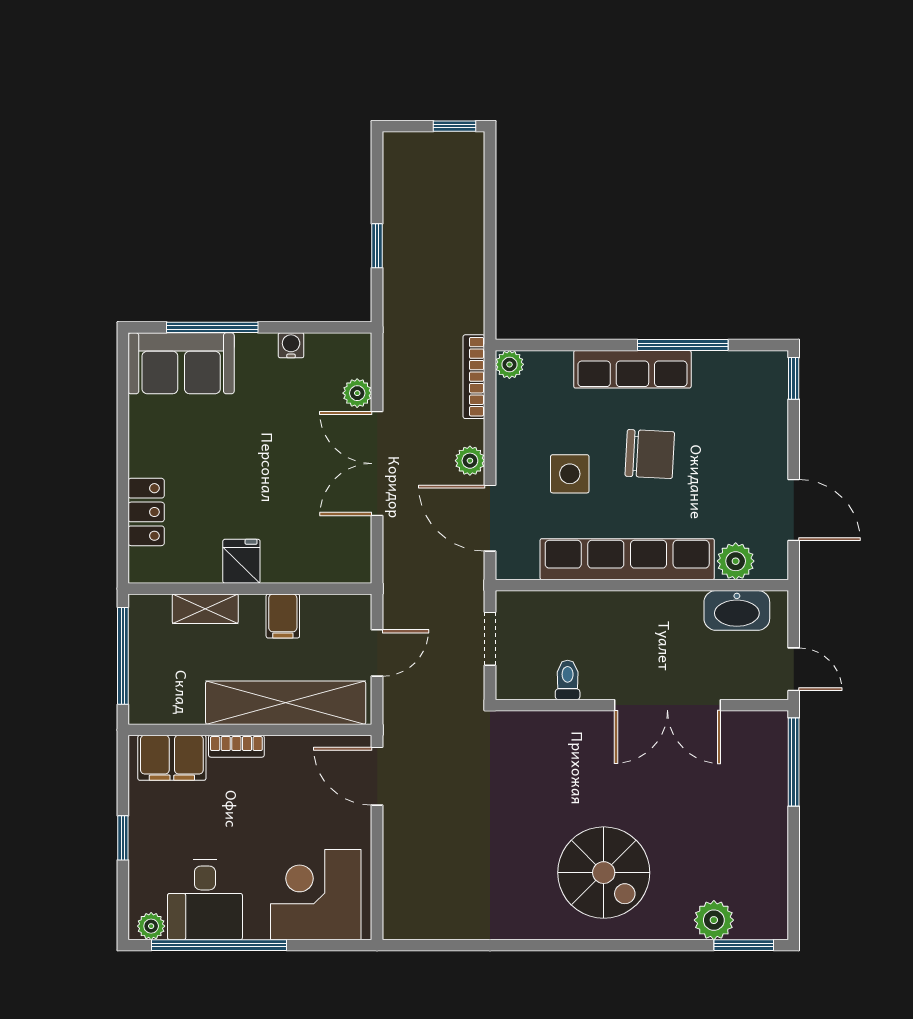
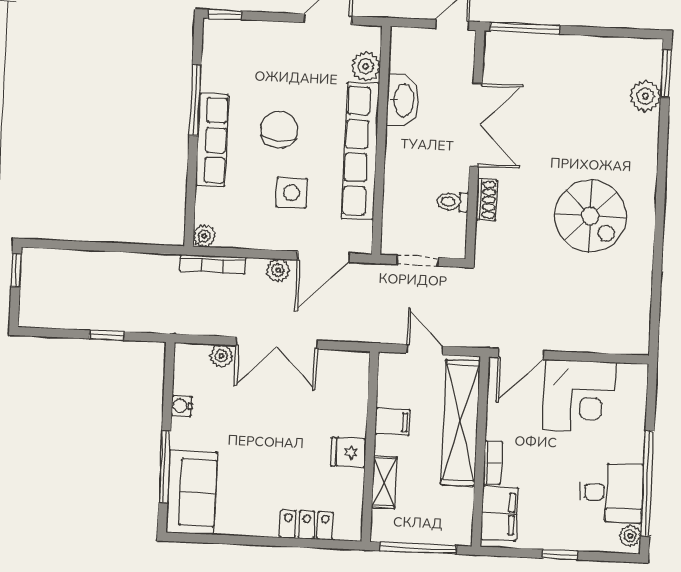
washbasin: (737, 610) -> (403, 100), moved
shoe rack: (572, 723) -> (487, 200), added
spiral stairs: (604, 873) -> (590, 216), moved, turned 90
corner desk: (316, 895) -> (579, 396), moved, turned -90

